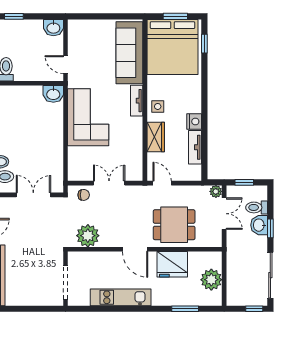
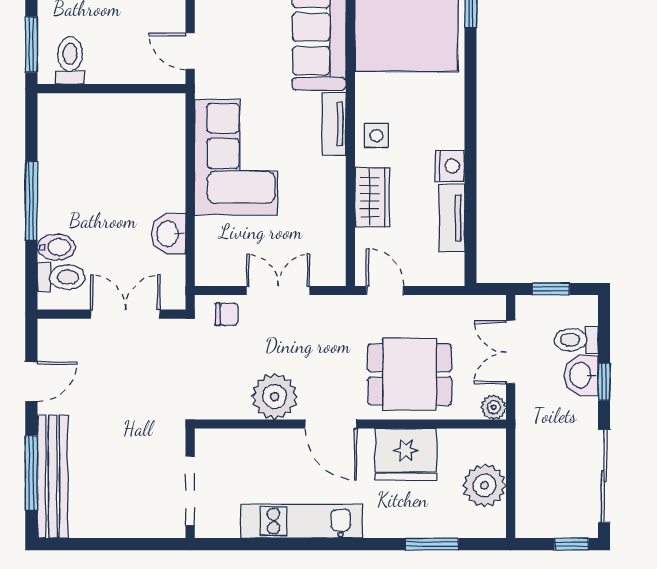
washbasin: (53, 94) -> (169, 234), moved, turned 90
plant: (216, 191) -> (494, 407), moved
double door: (224, 214) -> (511, 352), swing flipped
plant: (88, 236) -> (275, 397), moved

